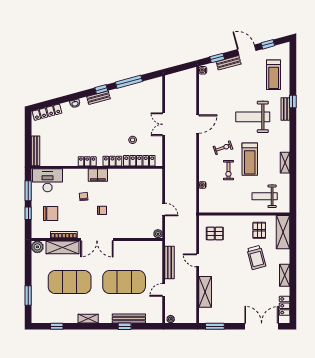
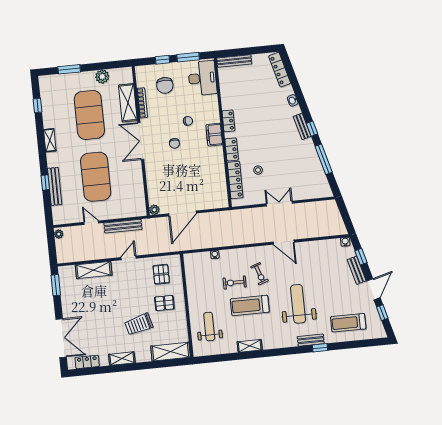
door: (164, 209) -> (183, 213), width x1.87
pallet: (259, 230) -> (164, 303), moved
plant: (37, 247) -> (102, 77), moved

